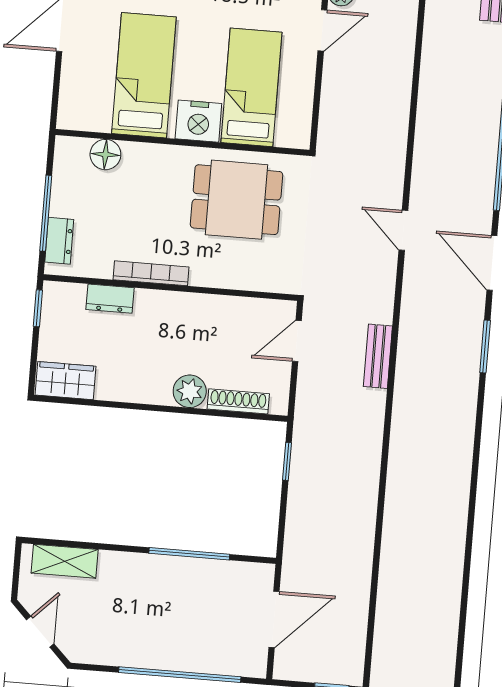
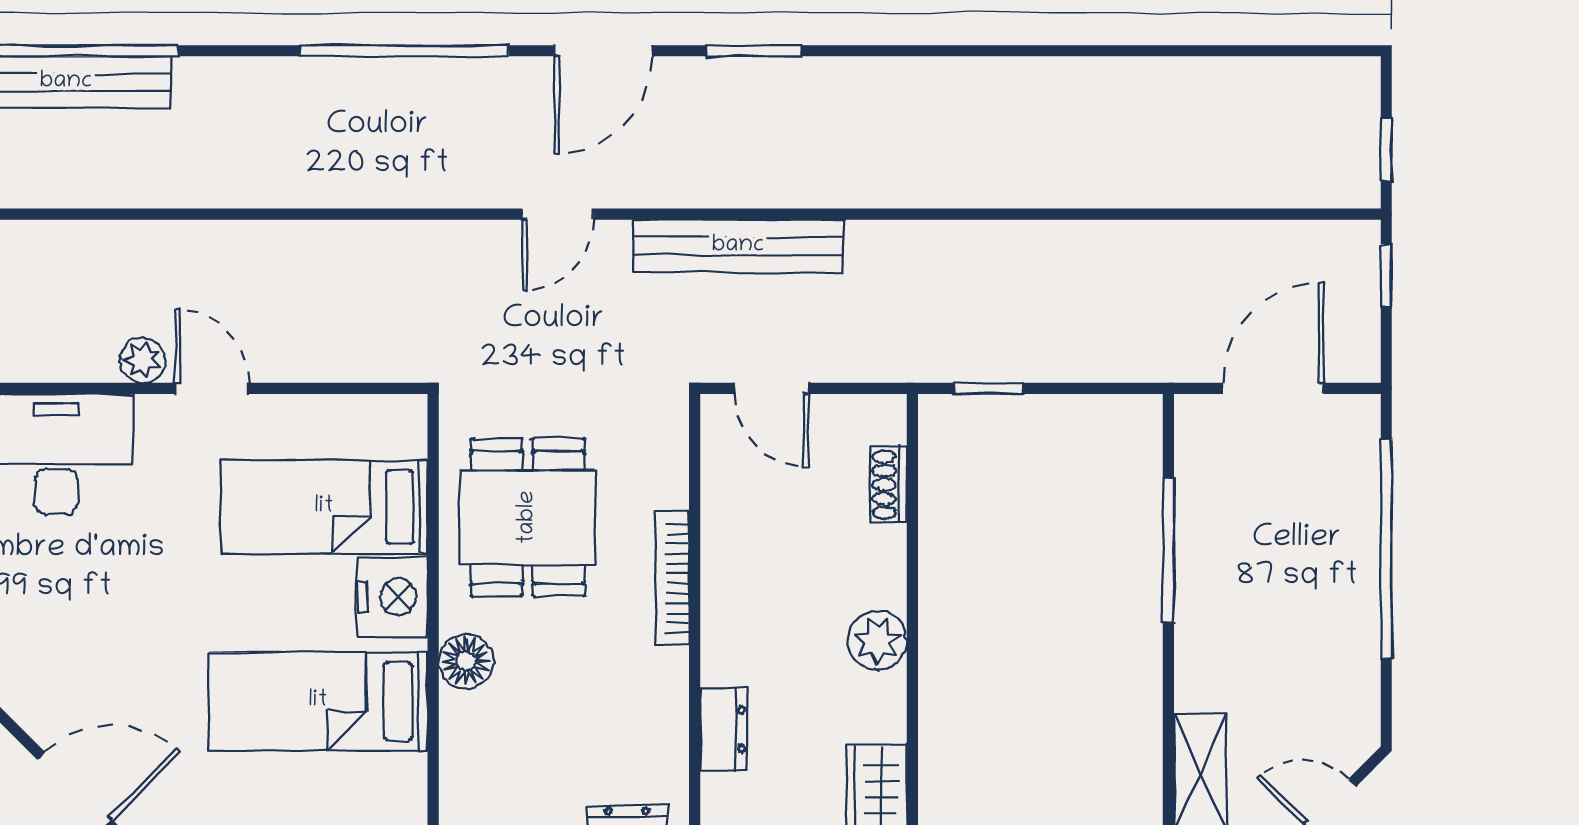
floor lamp: (105, 155) -> (466, 661), moved
bookcase: (151, 273) -> (672, 578), moved
bench: (378, 356) -> (738, 246), width x1.86, depth x1.21
plant: (190, 391) -> (877, 640), moved
shoe rack: (238, 401) -> (888, 485), width x0.70
door: (274, 619) -> (1273, 388), hinge flipped

